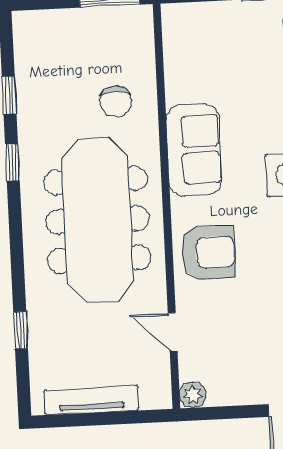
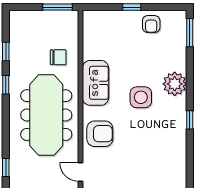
chair: (116, 101) -> (58, 57), turned -90

